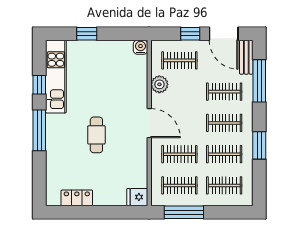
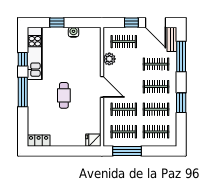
water cooler: (140, 47) -> (73, 32), moved
locker: (77, 198) -> (39, 141), moved

